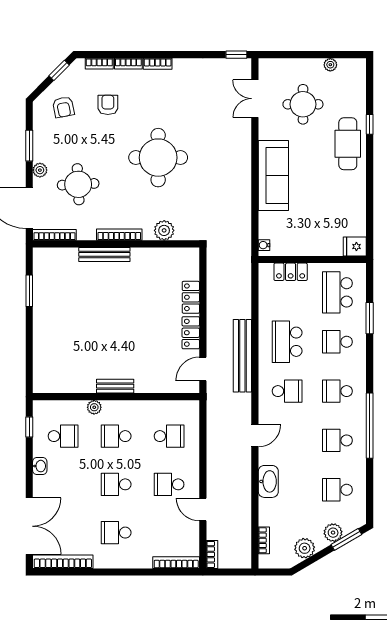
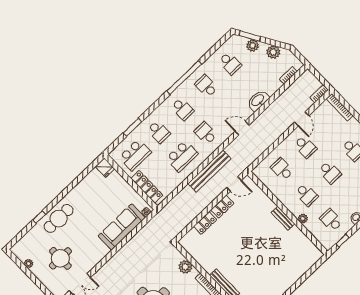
sofa: (273, 176) -> (122, 227), moved
locker: (291, 272) -> (147, 187), width x1.53
school desk: (337, 440) -> (206, 86), turned 180

